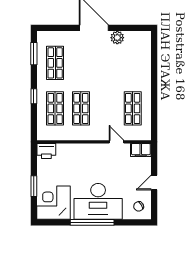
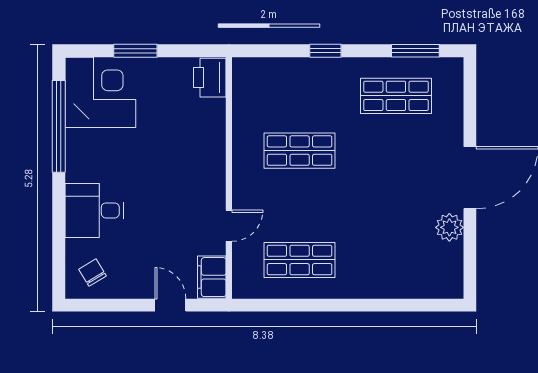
shop shelf: (55, 108) -> (300, 96), removed
door: (154, 183) -> (170, 305), moved
desk: (98, 201) -> (94, 210), width x0.53, depth x0.77
window: (92, 222) -> (59, 126), moved

